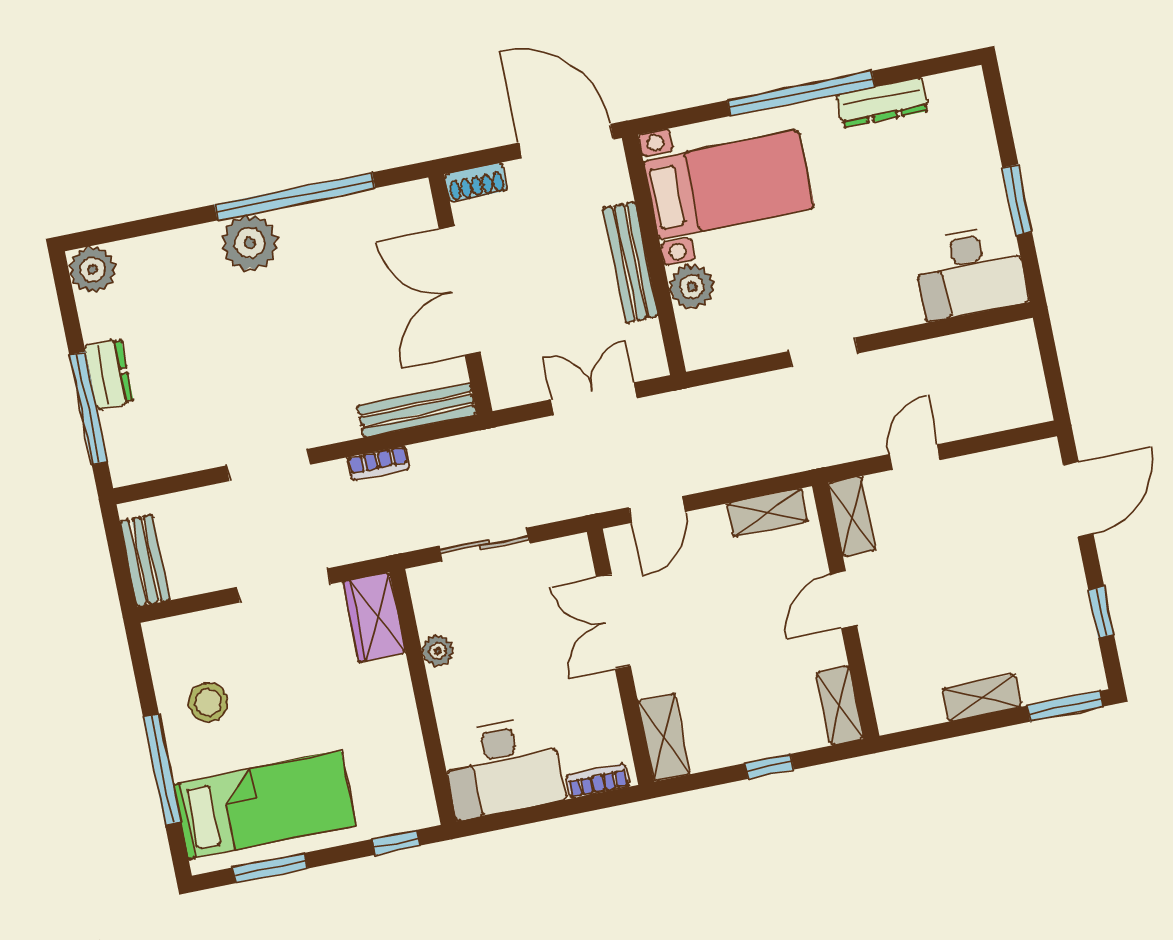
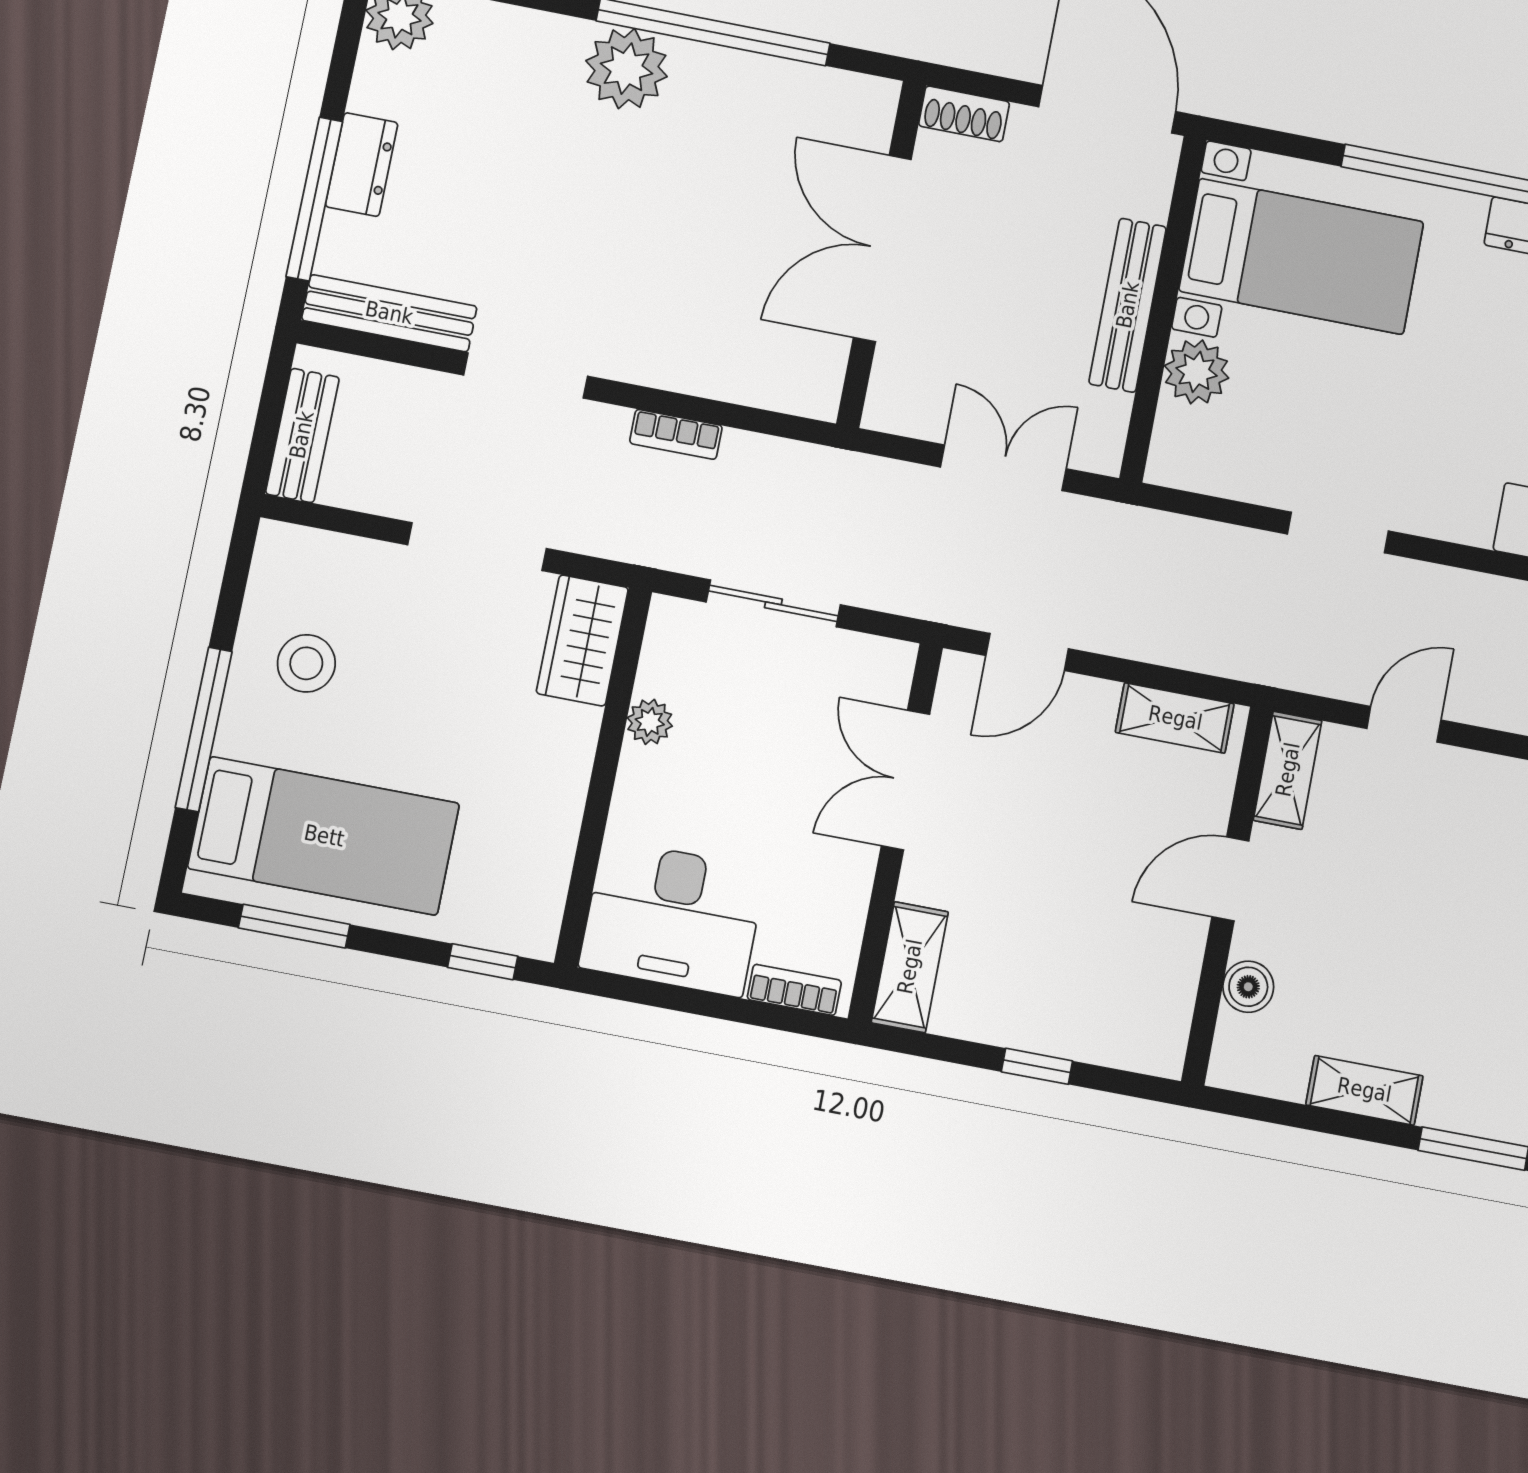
bench: (417, 410) -> (389, 313), moved
boiler: (882, 663) -> (1248, 987), added
shelving: (840, 706) -> (1167, 1022), removed

